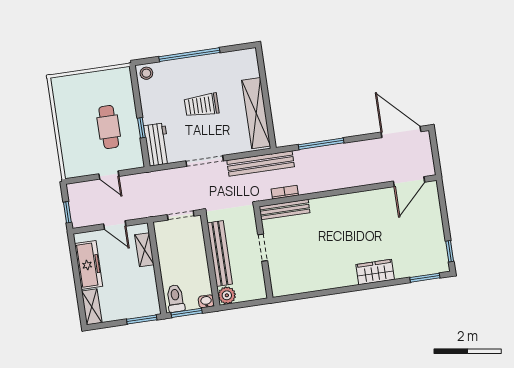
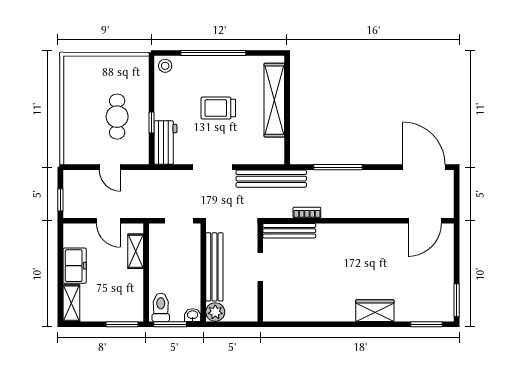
shelving: (256, 113) -> (274, 100), moved
bookcase: (285, 192) -> (307, 213), moved
window: (450, 251) -> (457, 300), width x1.50
freezer: (89, 265) -> (75, 266), width x0.71

